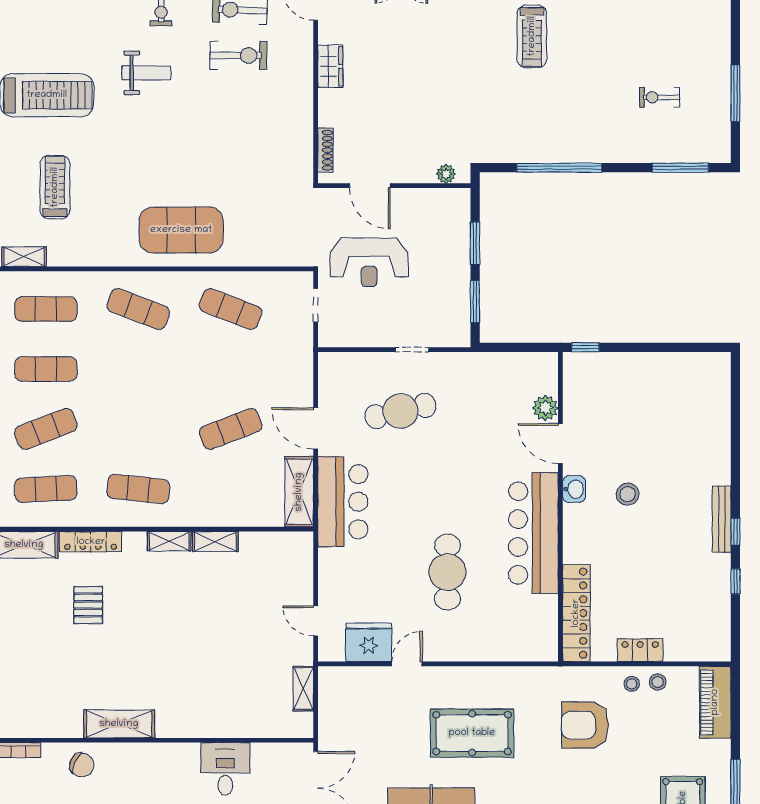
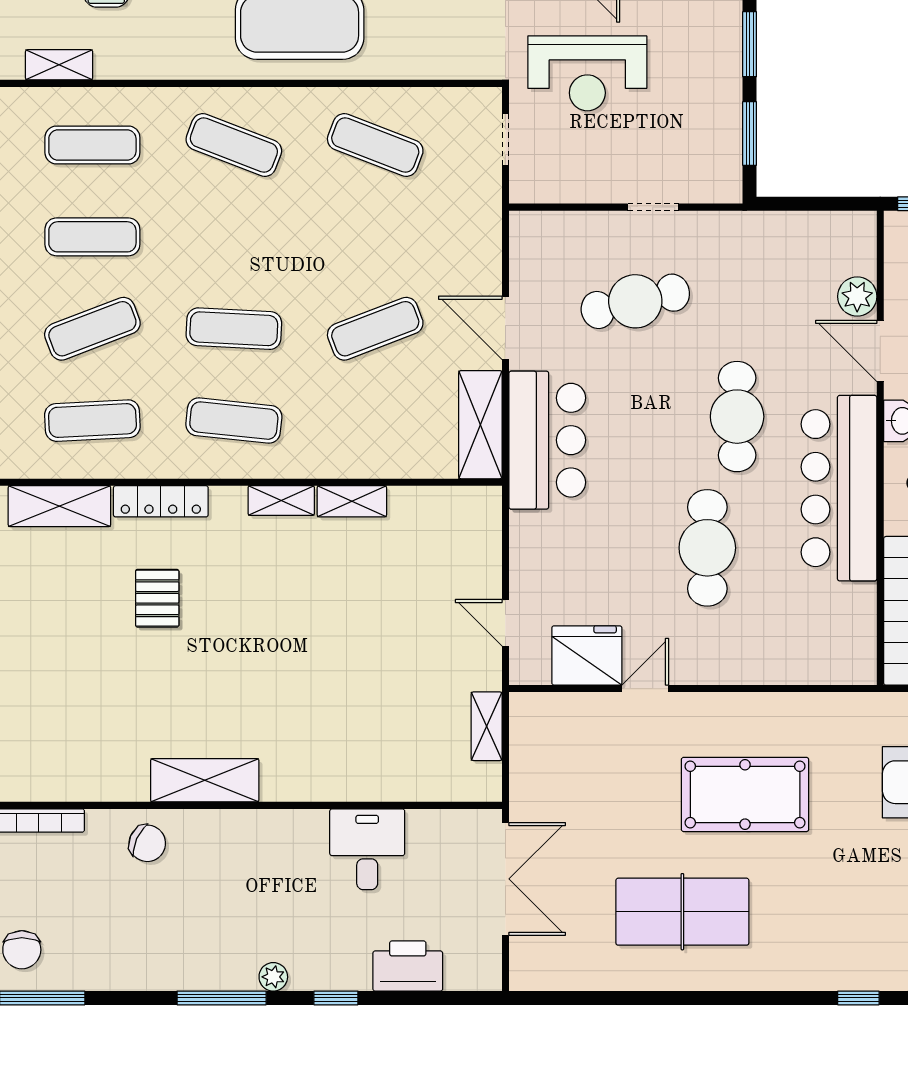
exercise mat: (138, 429) -> (234, 329), added
cafe table: (467, 486) -> (737, 417), added

